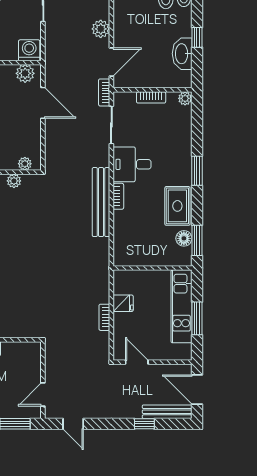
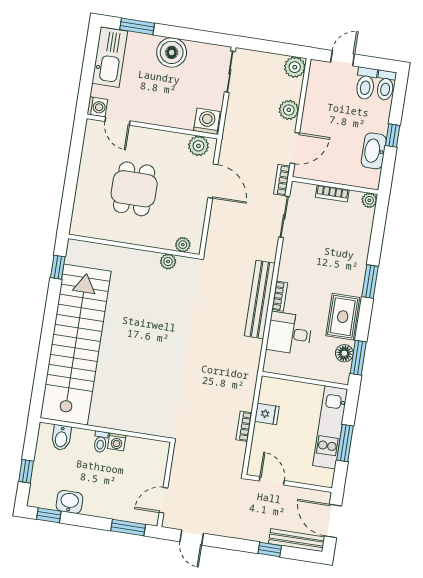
desk: (132, 164) -> (289, 333), moved

